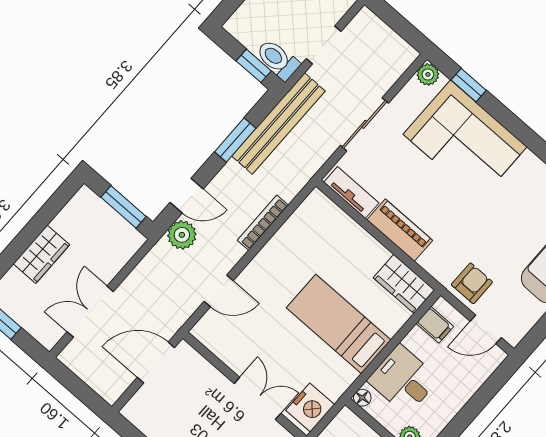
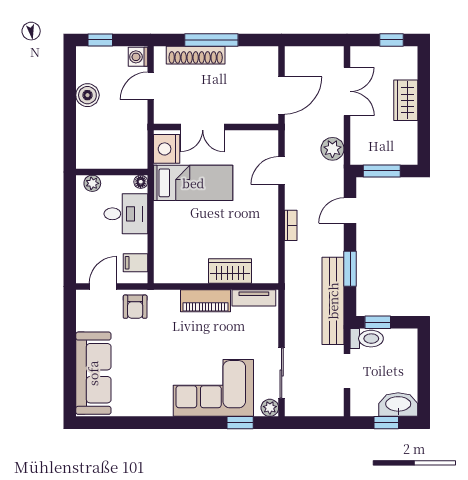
sliding door: (364, 124) -> (282, 373), moved
bookcase: (263, 223) -> (291, 225), width x0.64
plant: (182, 235) -> (332, 149), moved
wardrobe: (404, 284) -> (230, 271), moved
bed: (339, 324) -> (193, 183), moved

